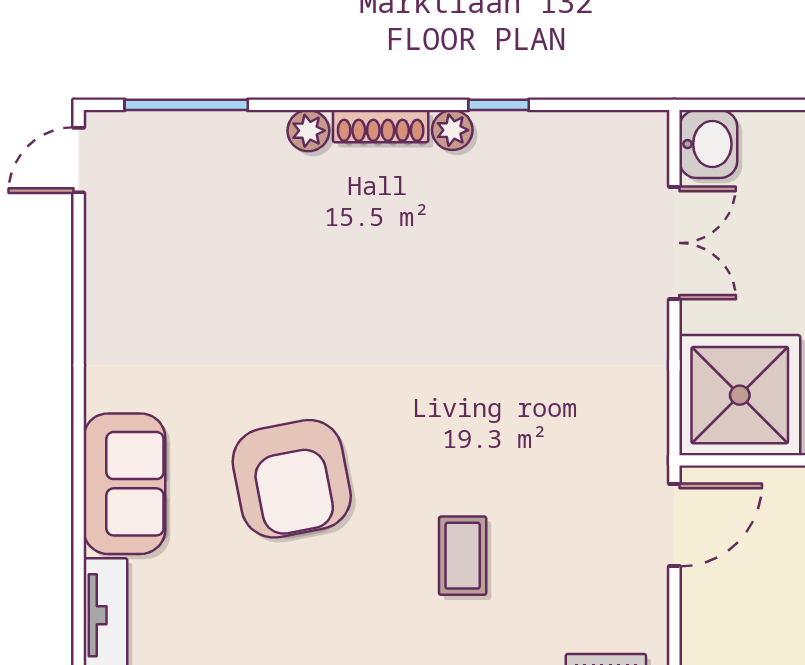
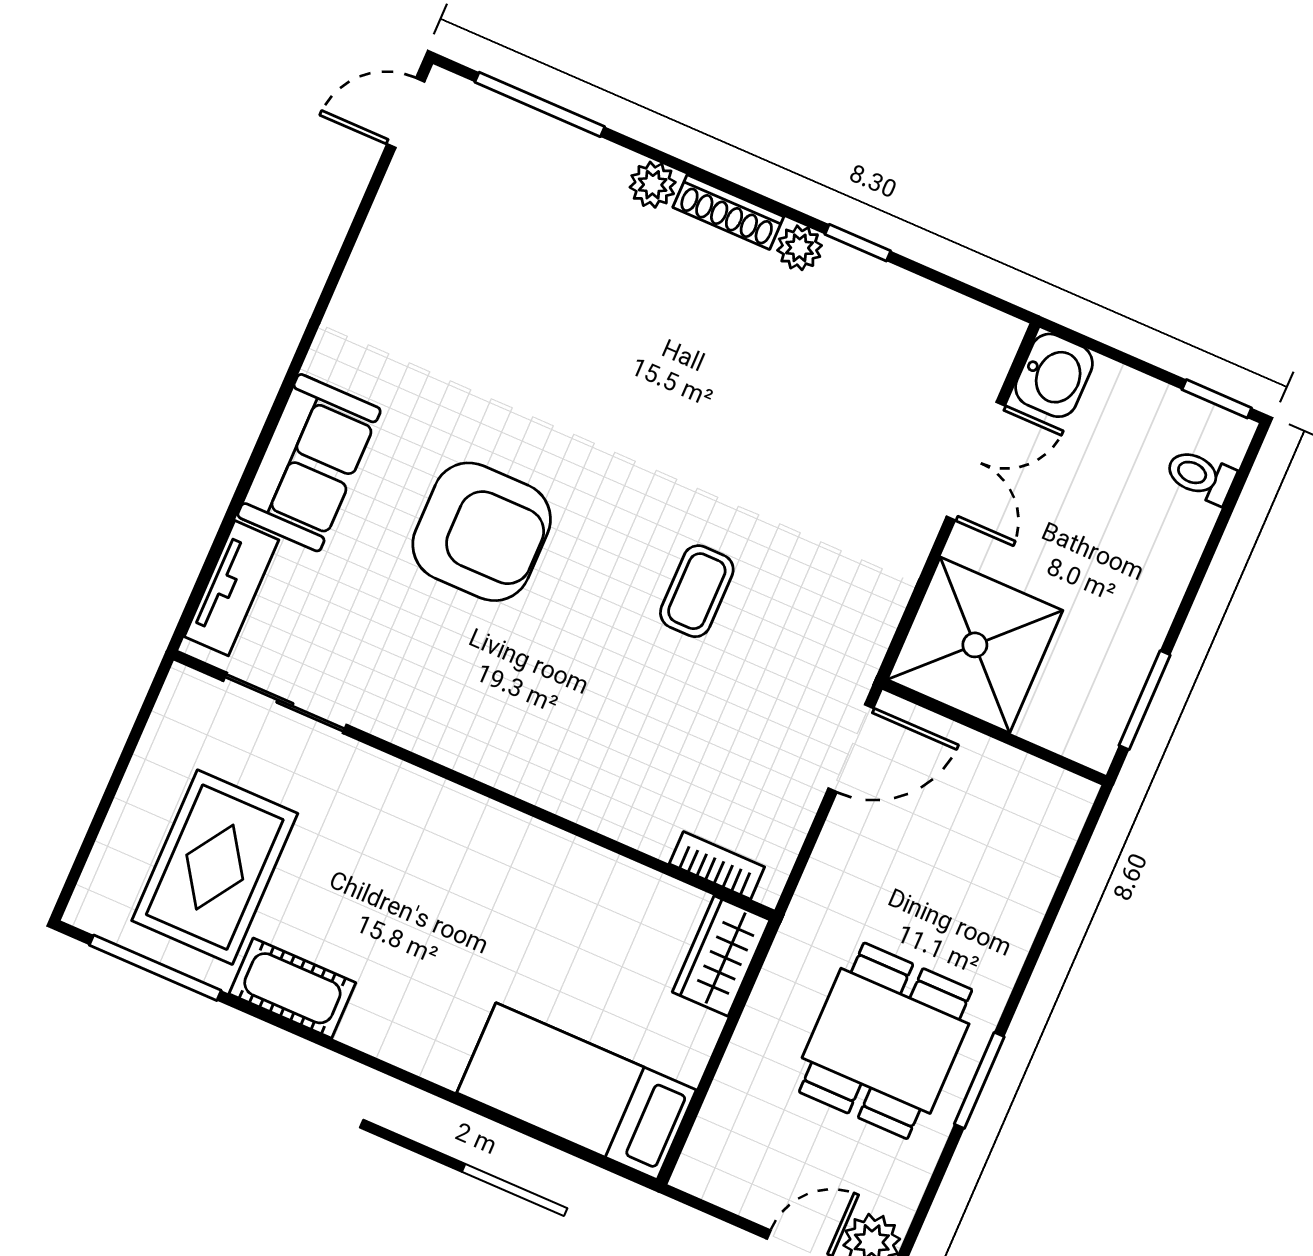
armchair: (292, 479) -> (482, 532), turned -79
coffee table: (463, 556) -> (697, 591), moved

